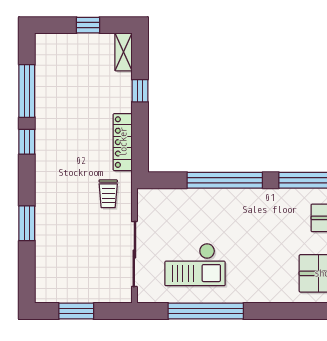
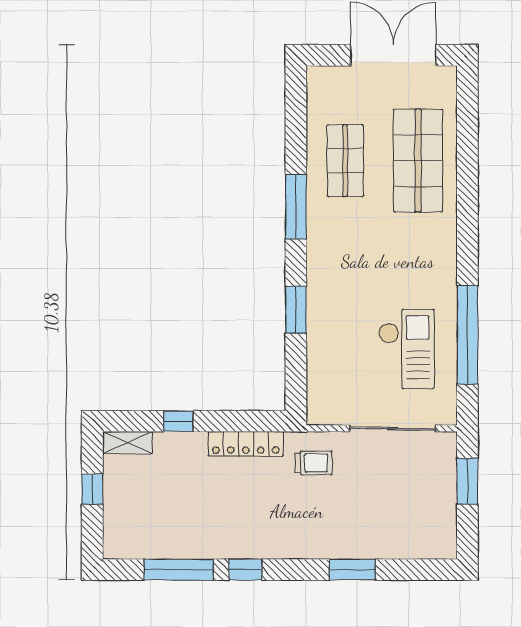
window: (225, 180) -> (296, 310), width x0.47
window: (76, 311) -> (467, 481), moved

